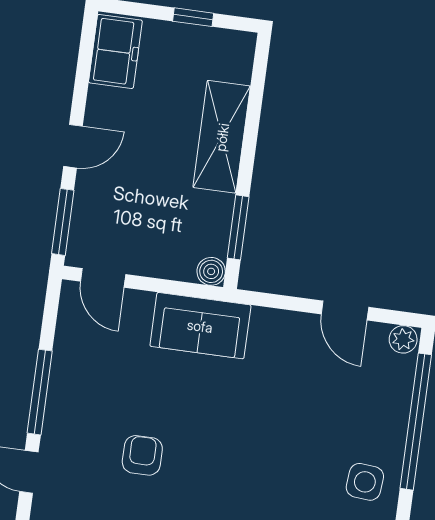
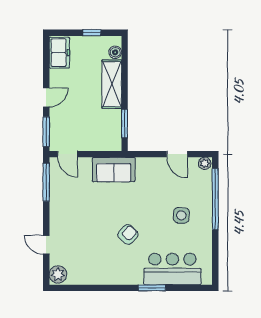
boiler: (211, 271) -> (115, 52), moved
window: (40, 392) -> (46, 182), moved
armchair: (142, 455) -> (128, 234), moved, turned 41
side table: (365, 482) -> (181, 215), moved

